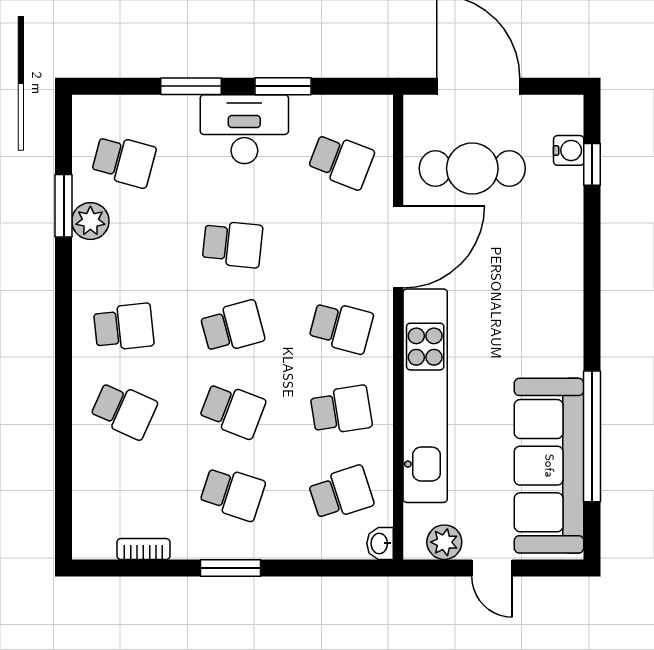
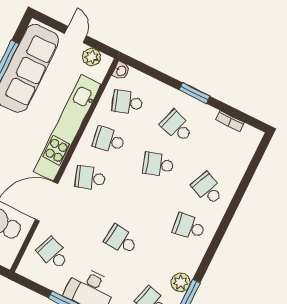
school desk: (232, 327) -> (140, 202), removed
school desk: (341, 327) -> (90, 178), turned -33
school desk: (232, 410) -> (158, 165), turned -39

